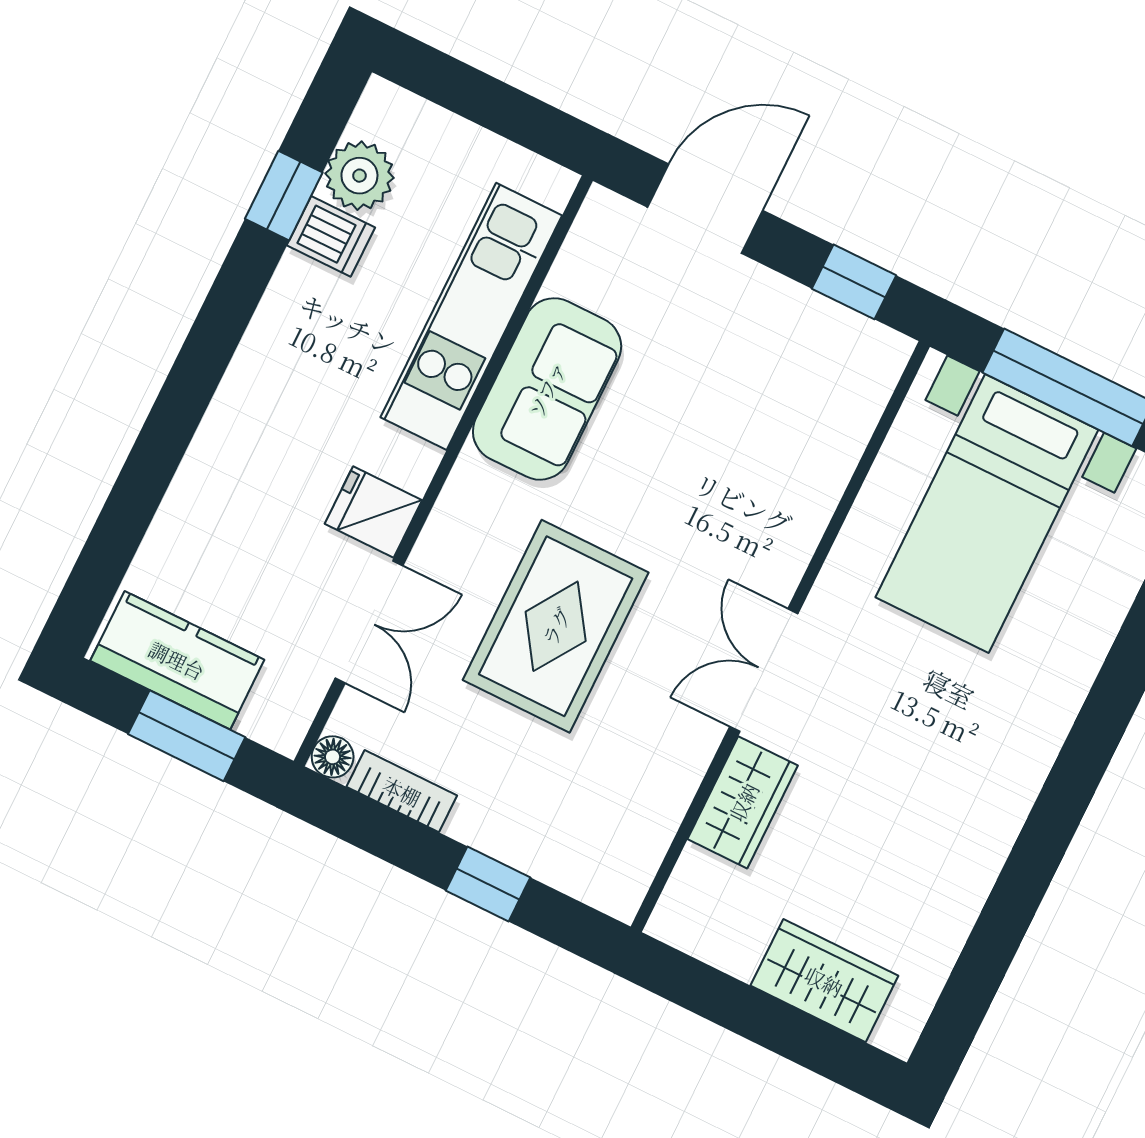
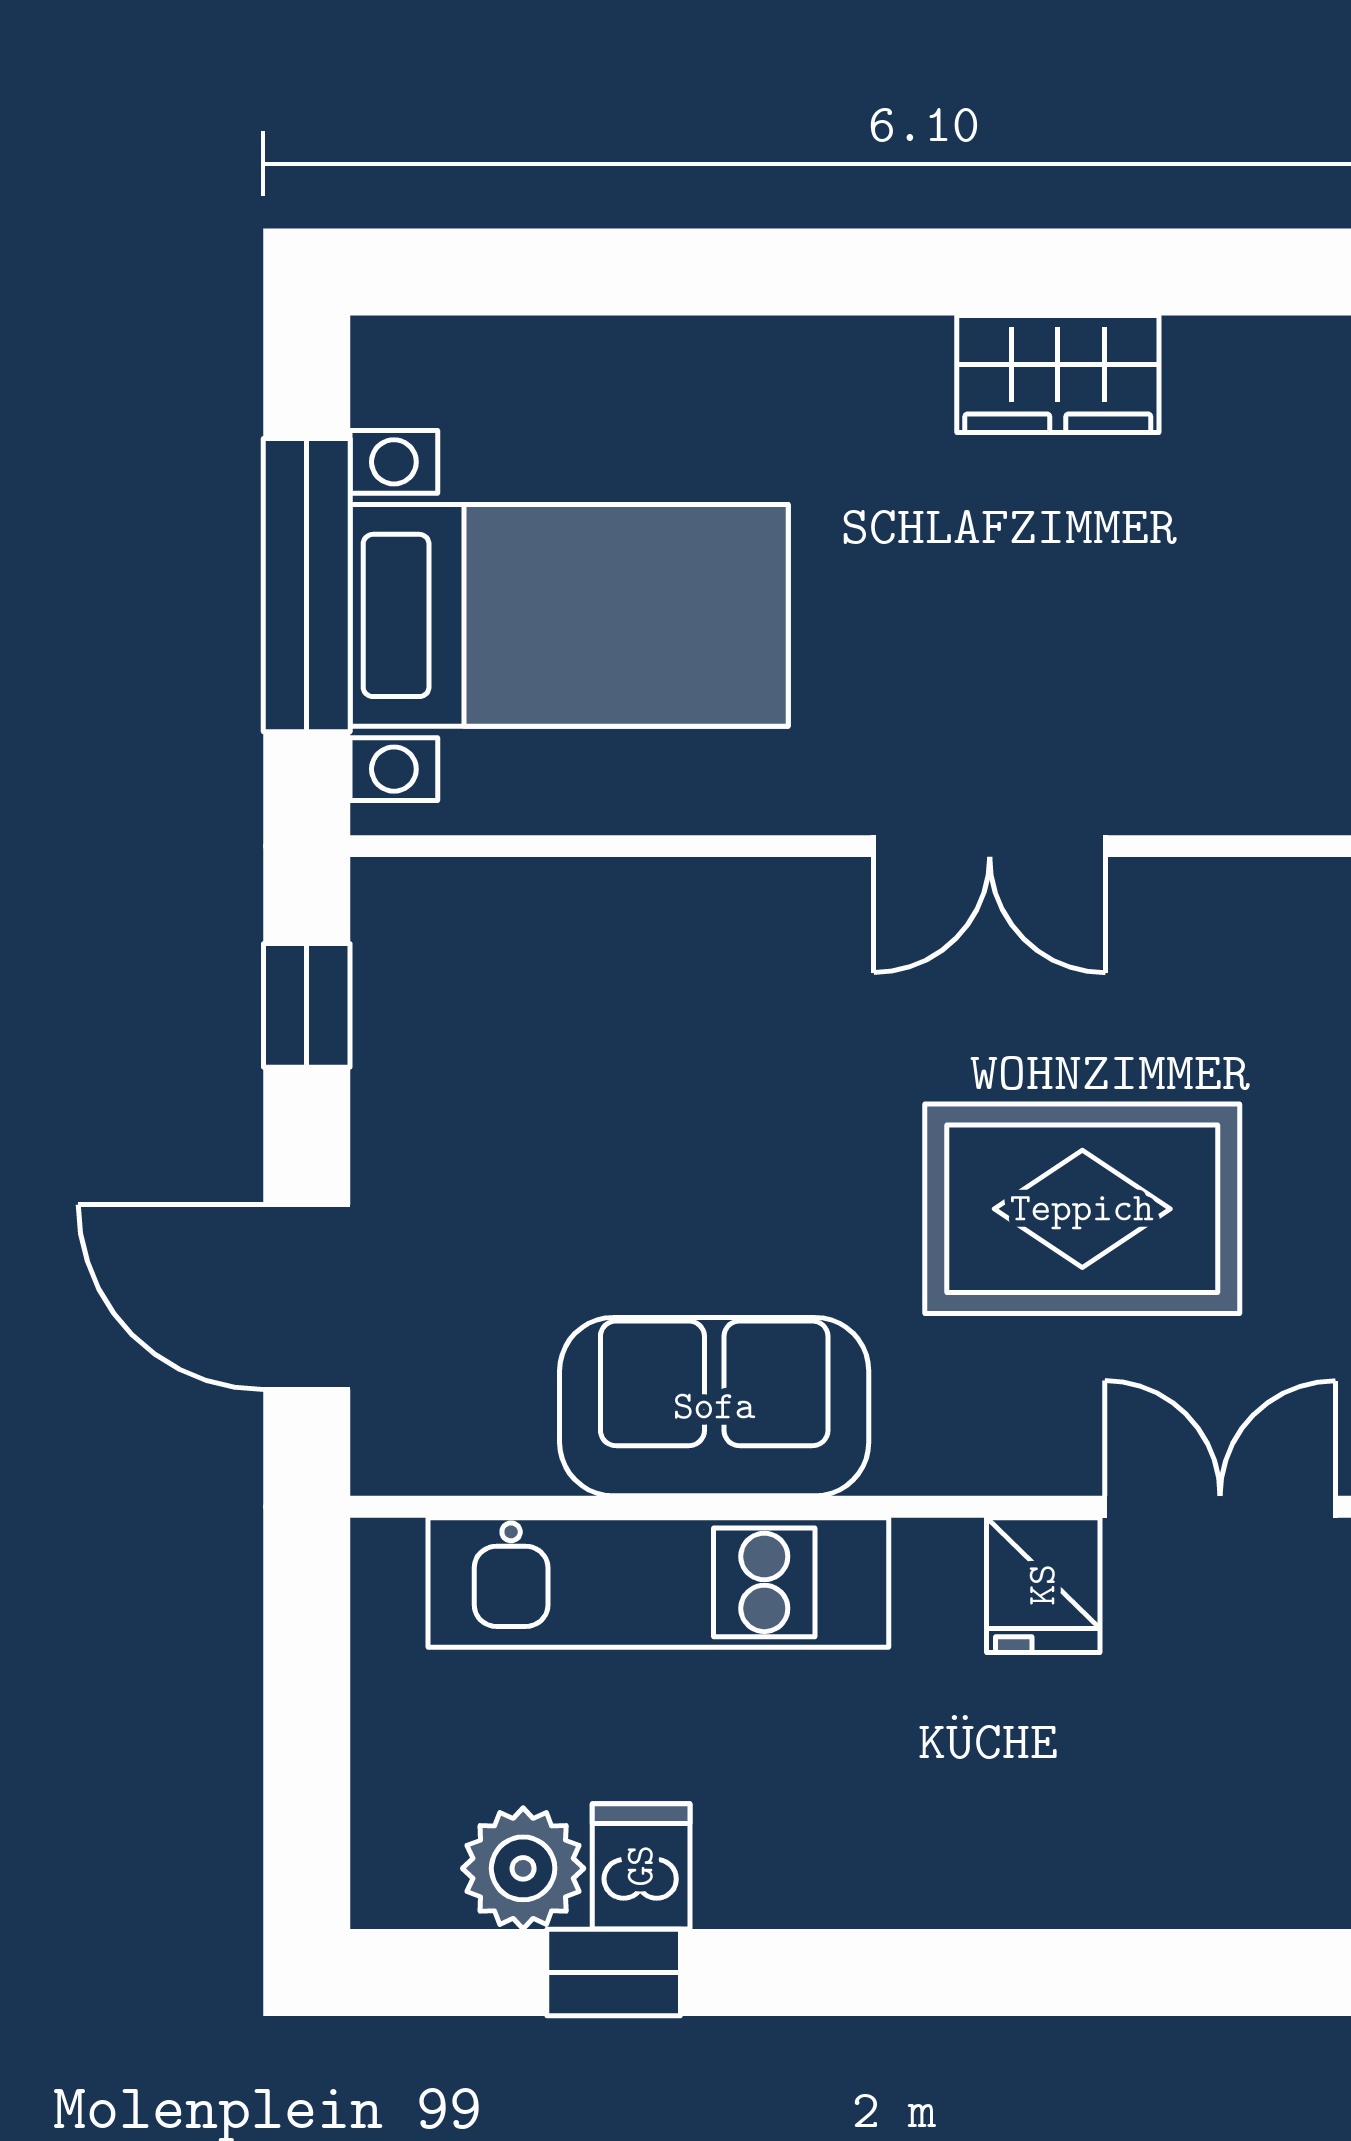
wardrobe: (743, 802) -> (1058, 374), moved, turned 180

